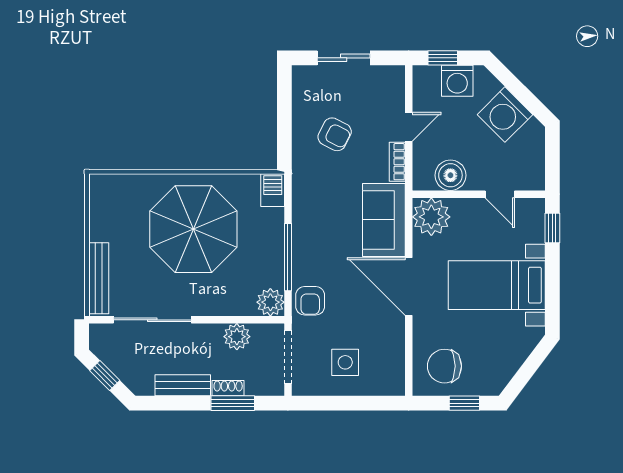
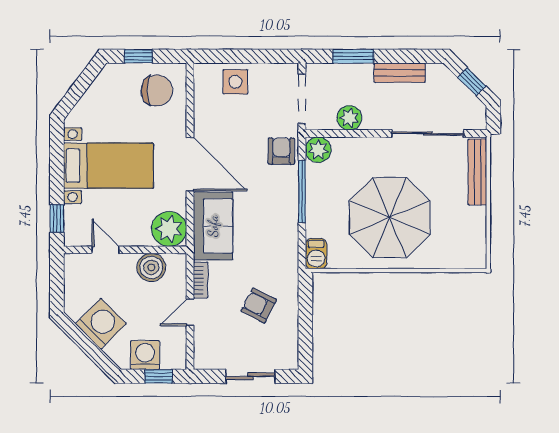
side table: (345, 362) -> (235, 82), moved
shoe rack: (228, 388) -> (357, 70), removed

